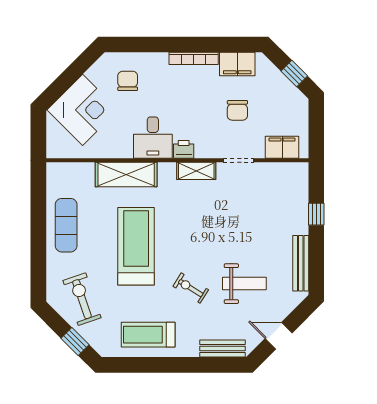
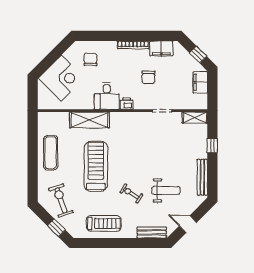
chair: (237, 110) -> (148, 77), moved
filing cabinet: (282, 147) -> (200, 82), moved, turned -90
shelving: (196, 171) -> (195, 118), moved
treadmill: (148, 335) -> (104, 223), turned 180

